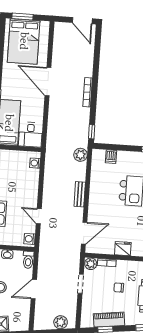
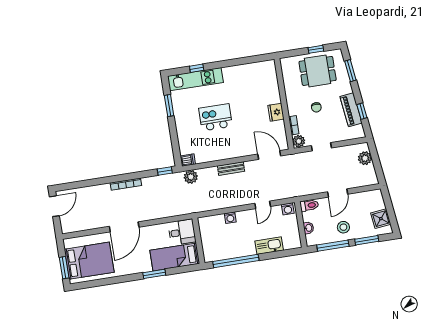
dishwasher: (111, 157) -> (188, 160), moved
washing machine: (35, 163) -> (230, 218), moved
door: (34, 289) -> (338, 193), hinge flipped

